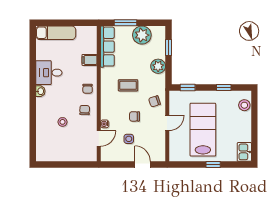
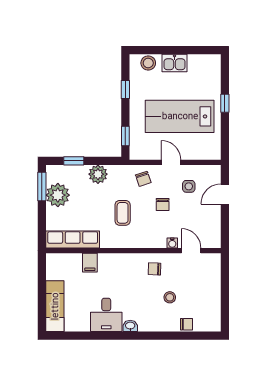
window: (125, 23) -> (42, 187), moved
chair: (88, 89) -> (187, 324), moved
side table: (129, 139) -> (189, 186), moved
kitchen sink: (244, 152) -> (175, 63), moved

